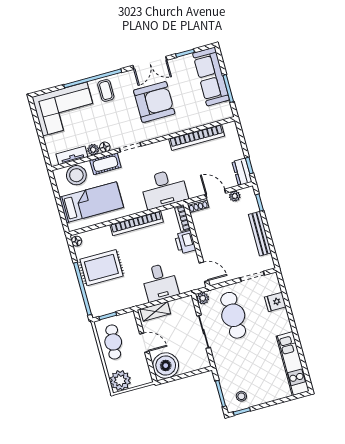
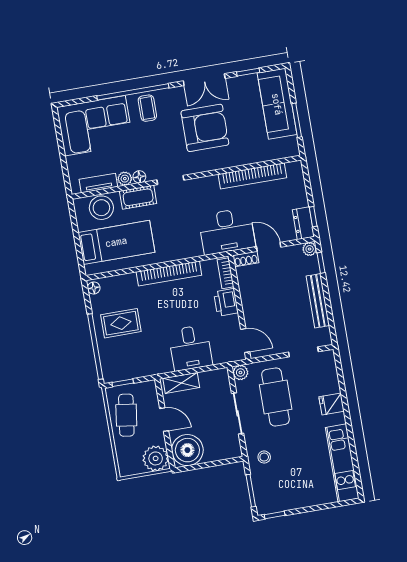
desk: (164, 189) -> (227, 231), moved
plant: (235, 196) -> (310, 249), moved
rug: (101, 268) -> (121, 323), width x0.73, depth x0.70
fridge: (275, 302) -> (332, 404), moved
plant: (120, 380) -> (156, 458), moved
stool: (241, 396) -> (264, 457), moved

